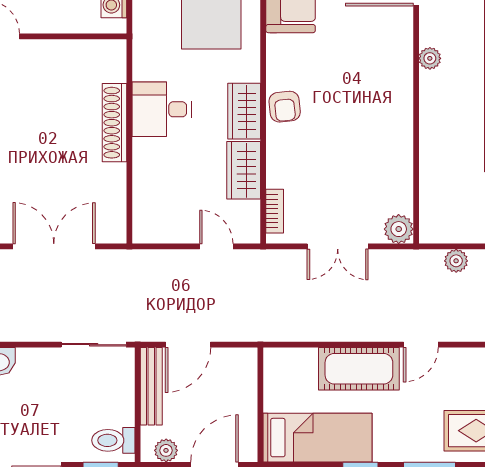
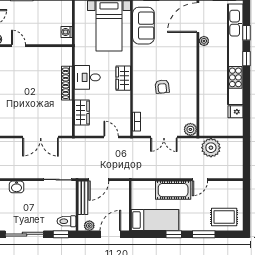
plant: (430, 58) -> (204, 41), moved
armchair: (285, 107) -> (162, 87), moved
wardrobe: (244, 170) -> (82, 112), moved, turned 180
double door: (54, 246) -> (41, 137), swing flipped
plant: (456, 261) -> (211, 148), width x1.87, depth x1.87

